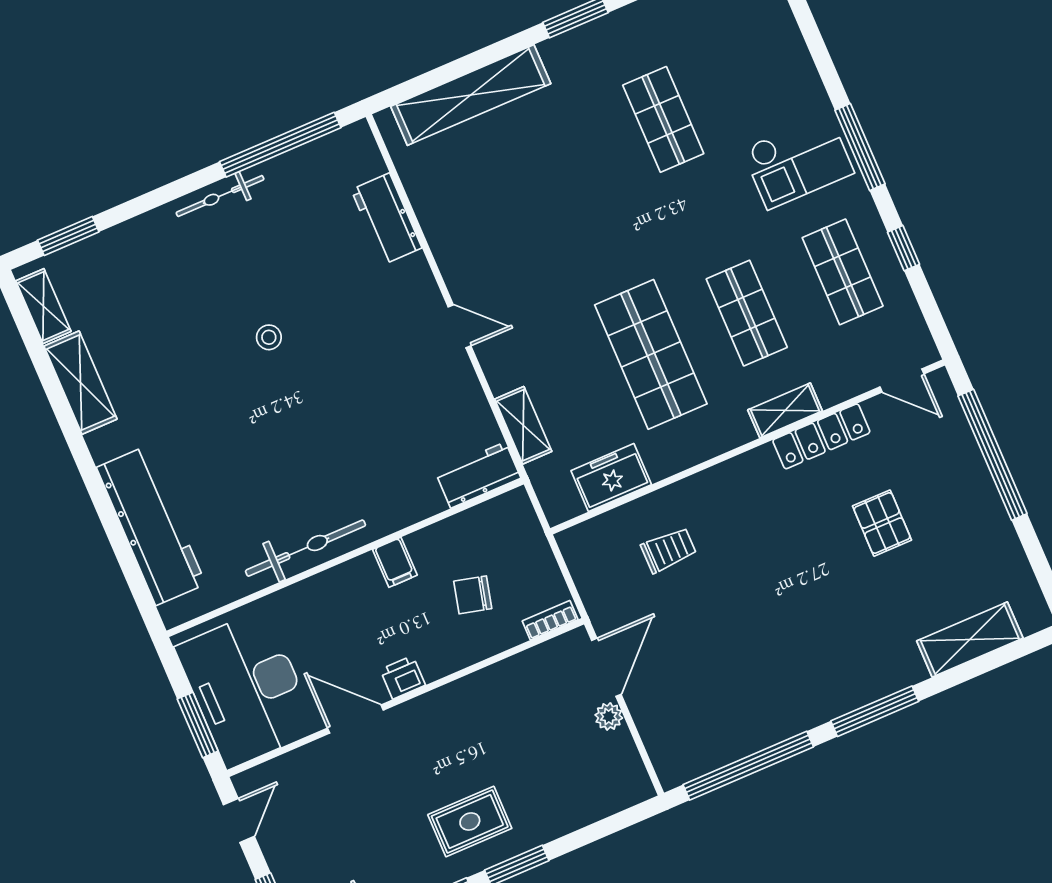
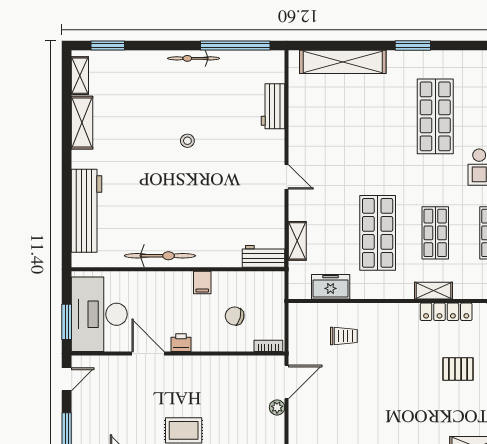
shop shelf: (663, 119) -> (435, 116), width x1.43, depth x1.36
pallet: (882, 523) -> (458, 369), turned 90

